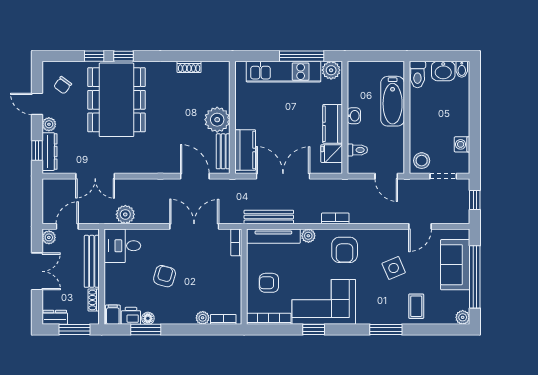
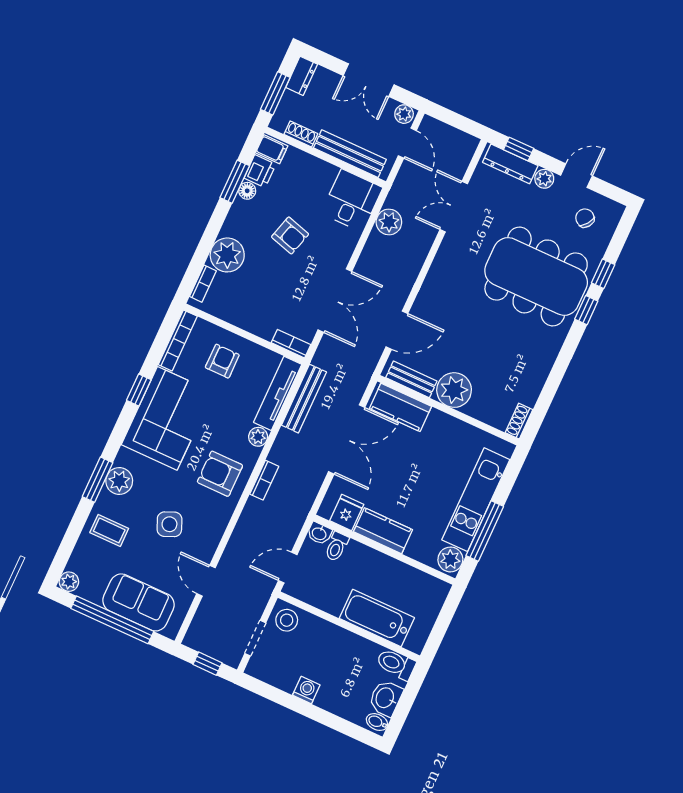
shoe rack: (189, 67) -> (519, 421), moved
washbasin: (354, 116) -> (319, 533), moved
washing machine: (462, 144) -> (306, 690), moved
plant: (380, 315) -> (119, 481), added
plant: (203, 318) -> (227, 255), width x1.87, depth x1.87

